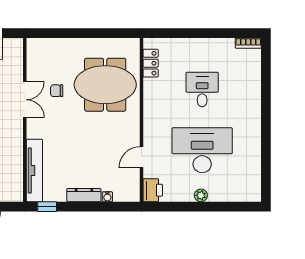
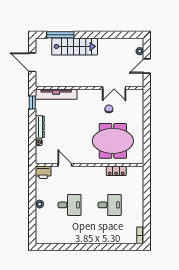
locker: (151, 63) -> (116, 171), moved
meeting table: (105, 85) -> (113, 141), turned 90
double door: (25, 100) -> (114, 88), moved
desk: (202, 150) -> (70, 205), width x0.53, depth x0.77

